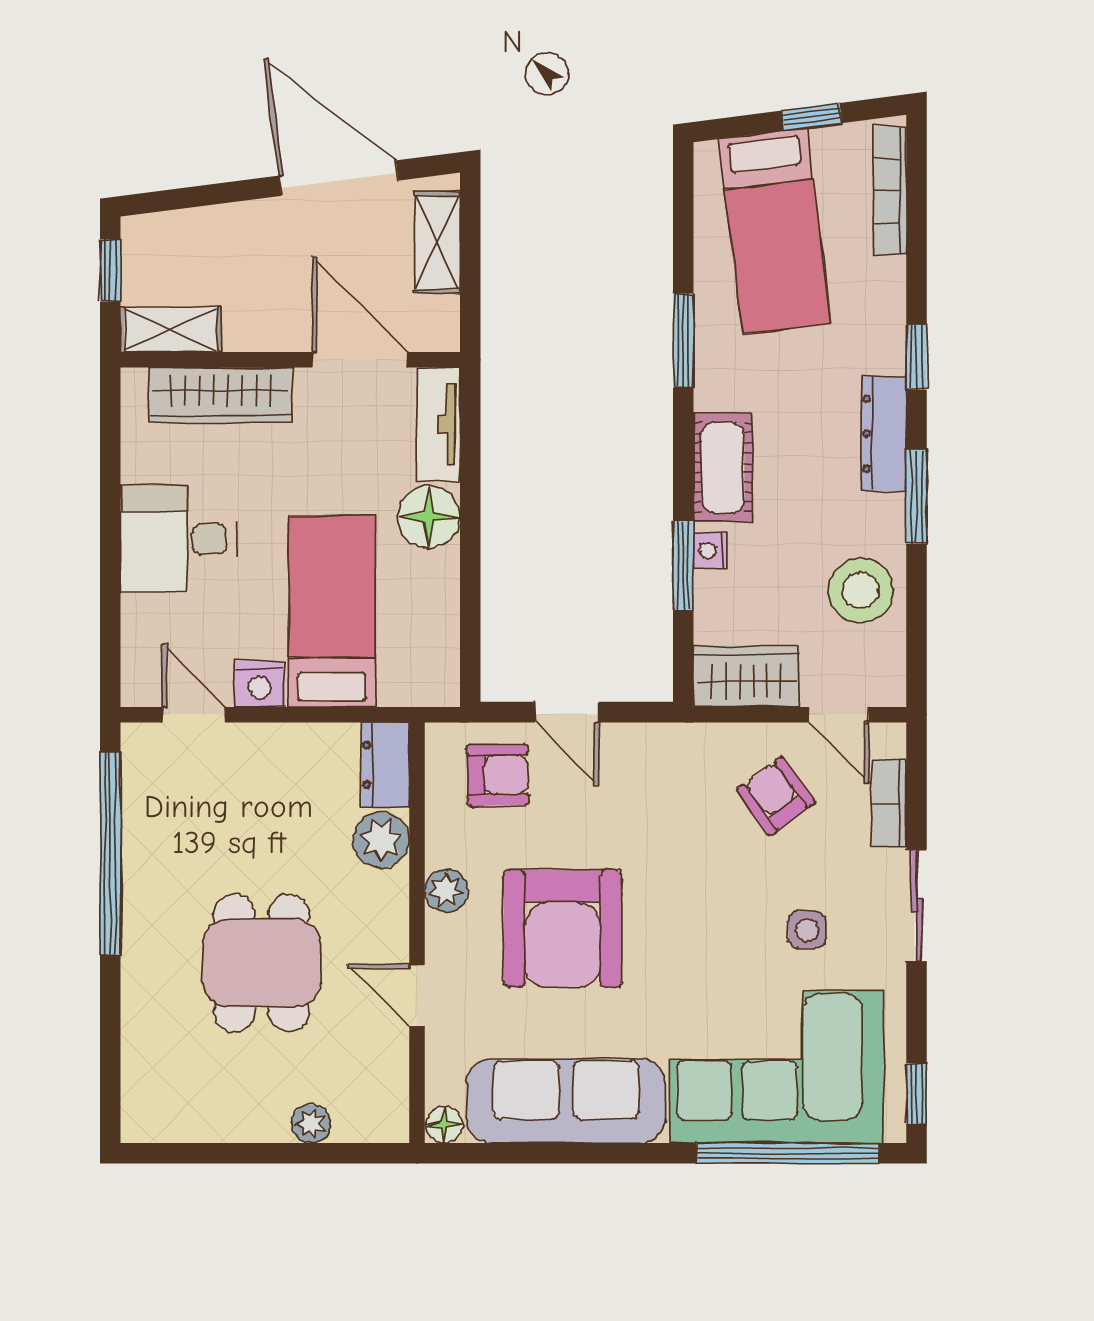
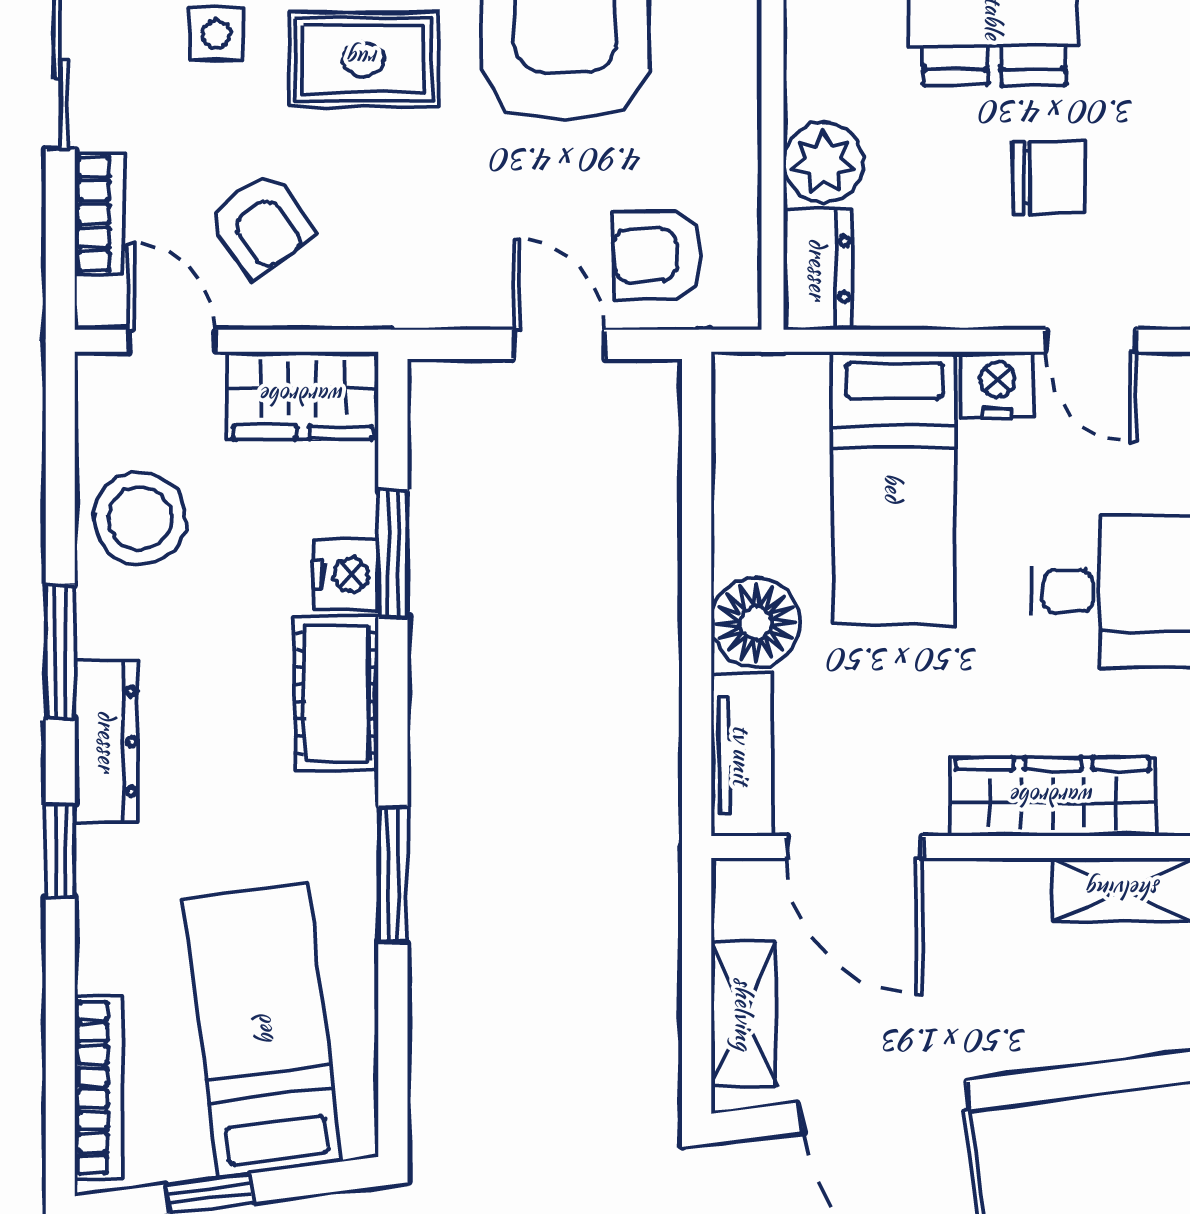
nightstand: (710, 551) -> (346, 575), width x1.39, depth x1.35
chair: (223, 829) -> (1049, 178), added
plant: (446, 891) -> (731, 90), removed
rug: (704, 912) -> (364, 59), added

